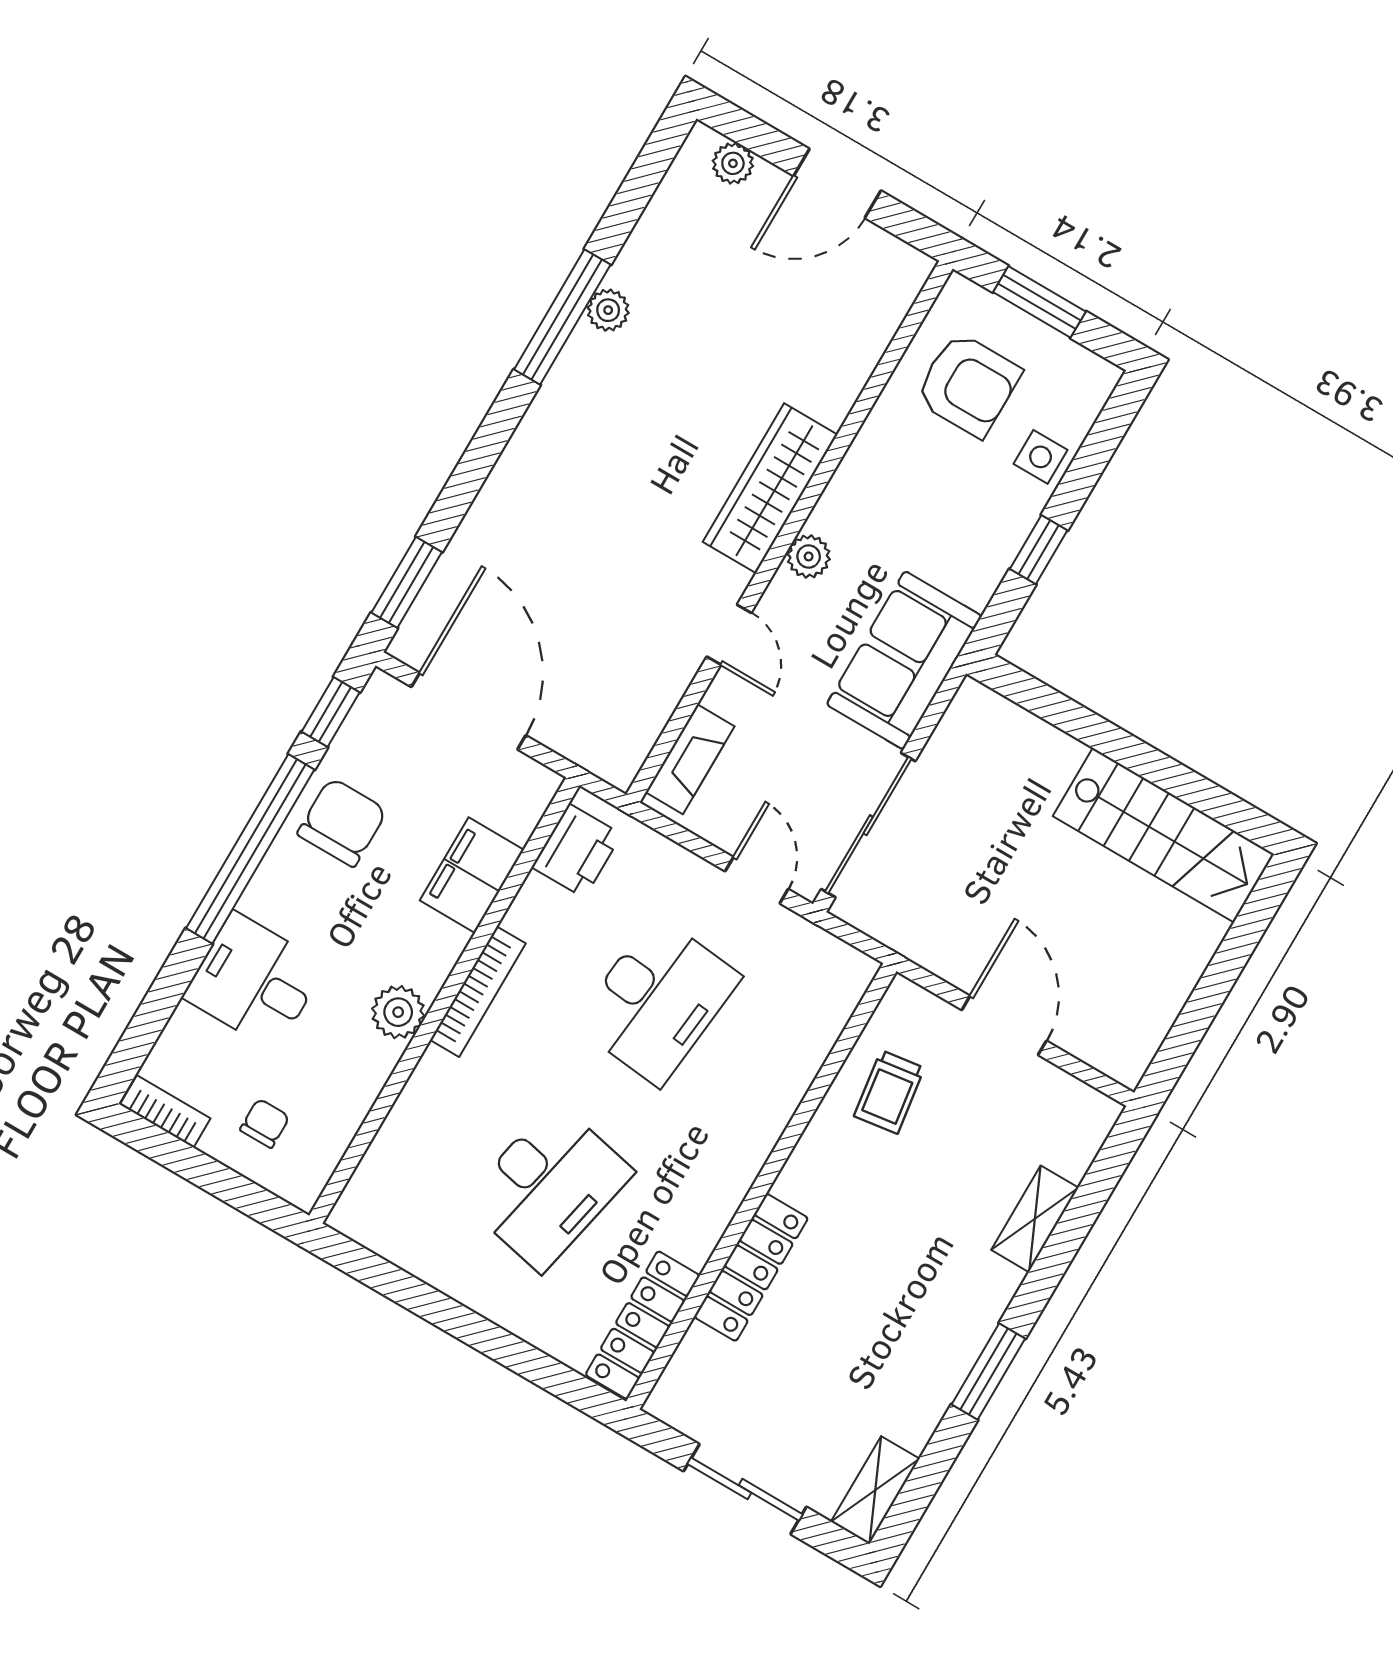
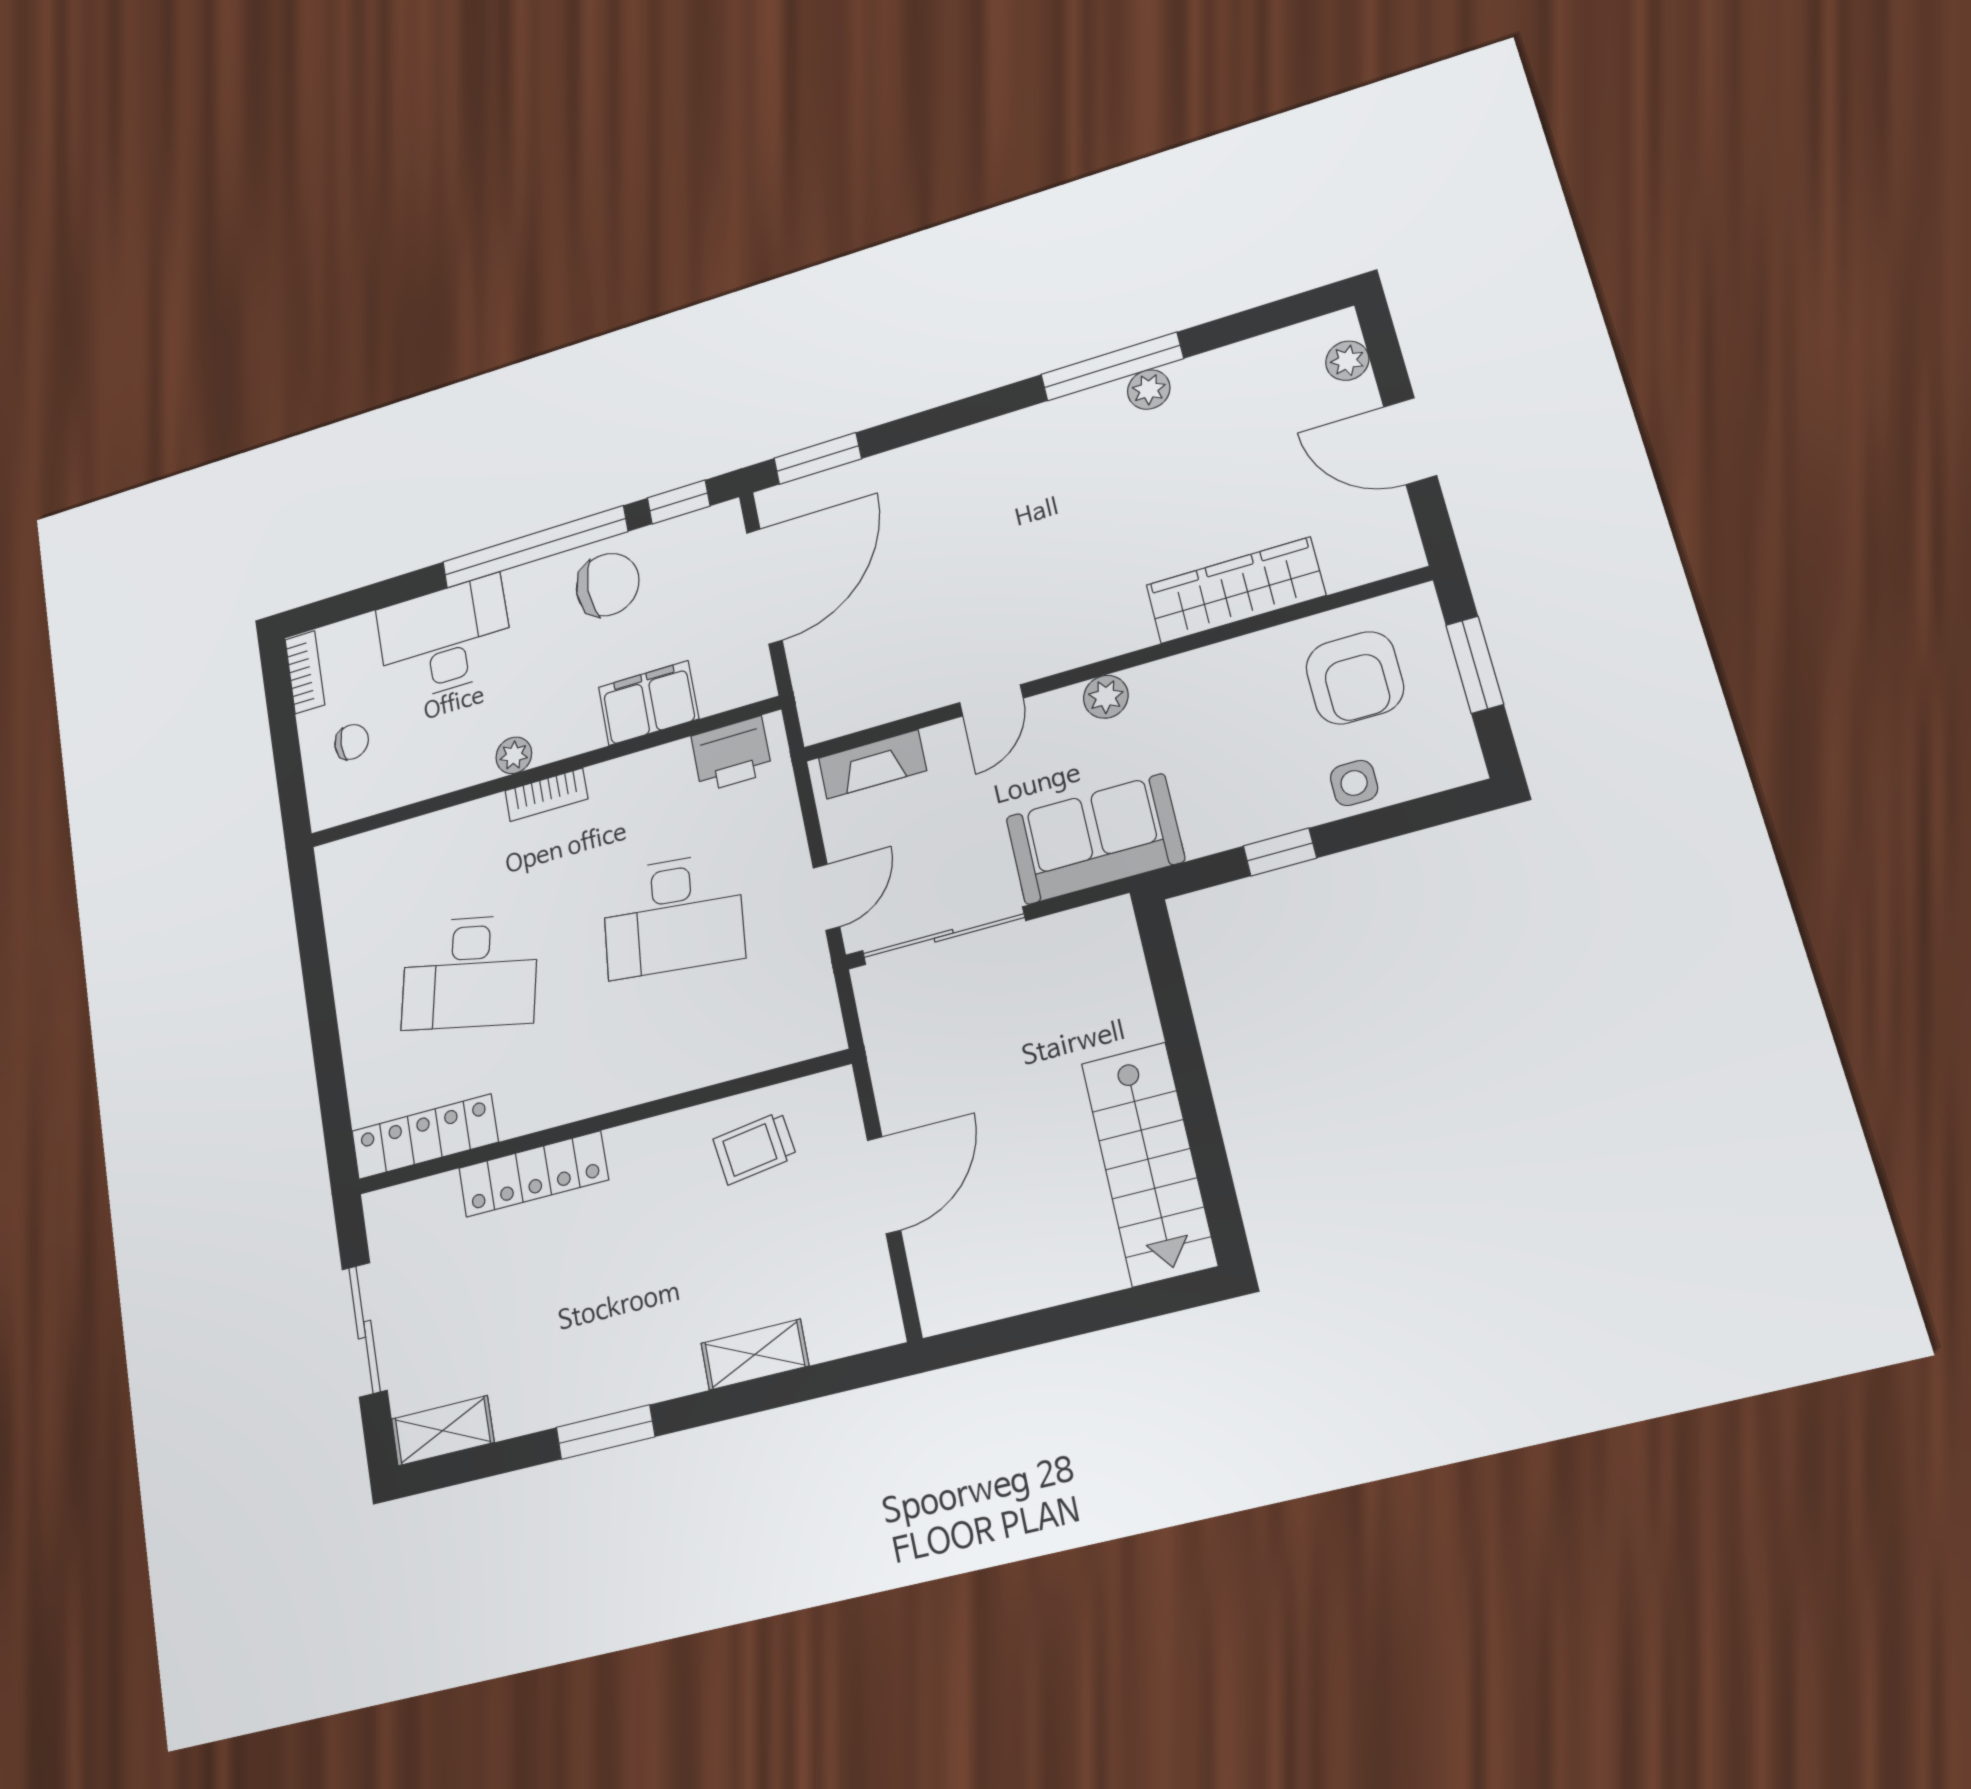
wardrobe: (770, 488) -> (1236, 590), moved
desk: (254, 981) -> (445, 639), width x1.37
bookcase: (478, 992) -> (546, 795), width x0.64
plant: (398, 1012) -> (514, 755), width x0.73, depth x0.73

